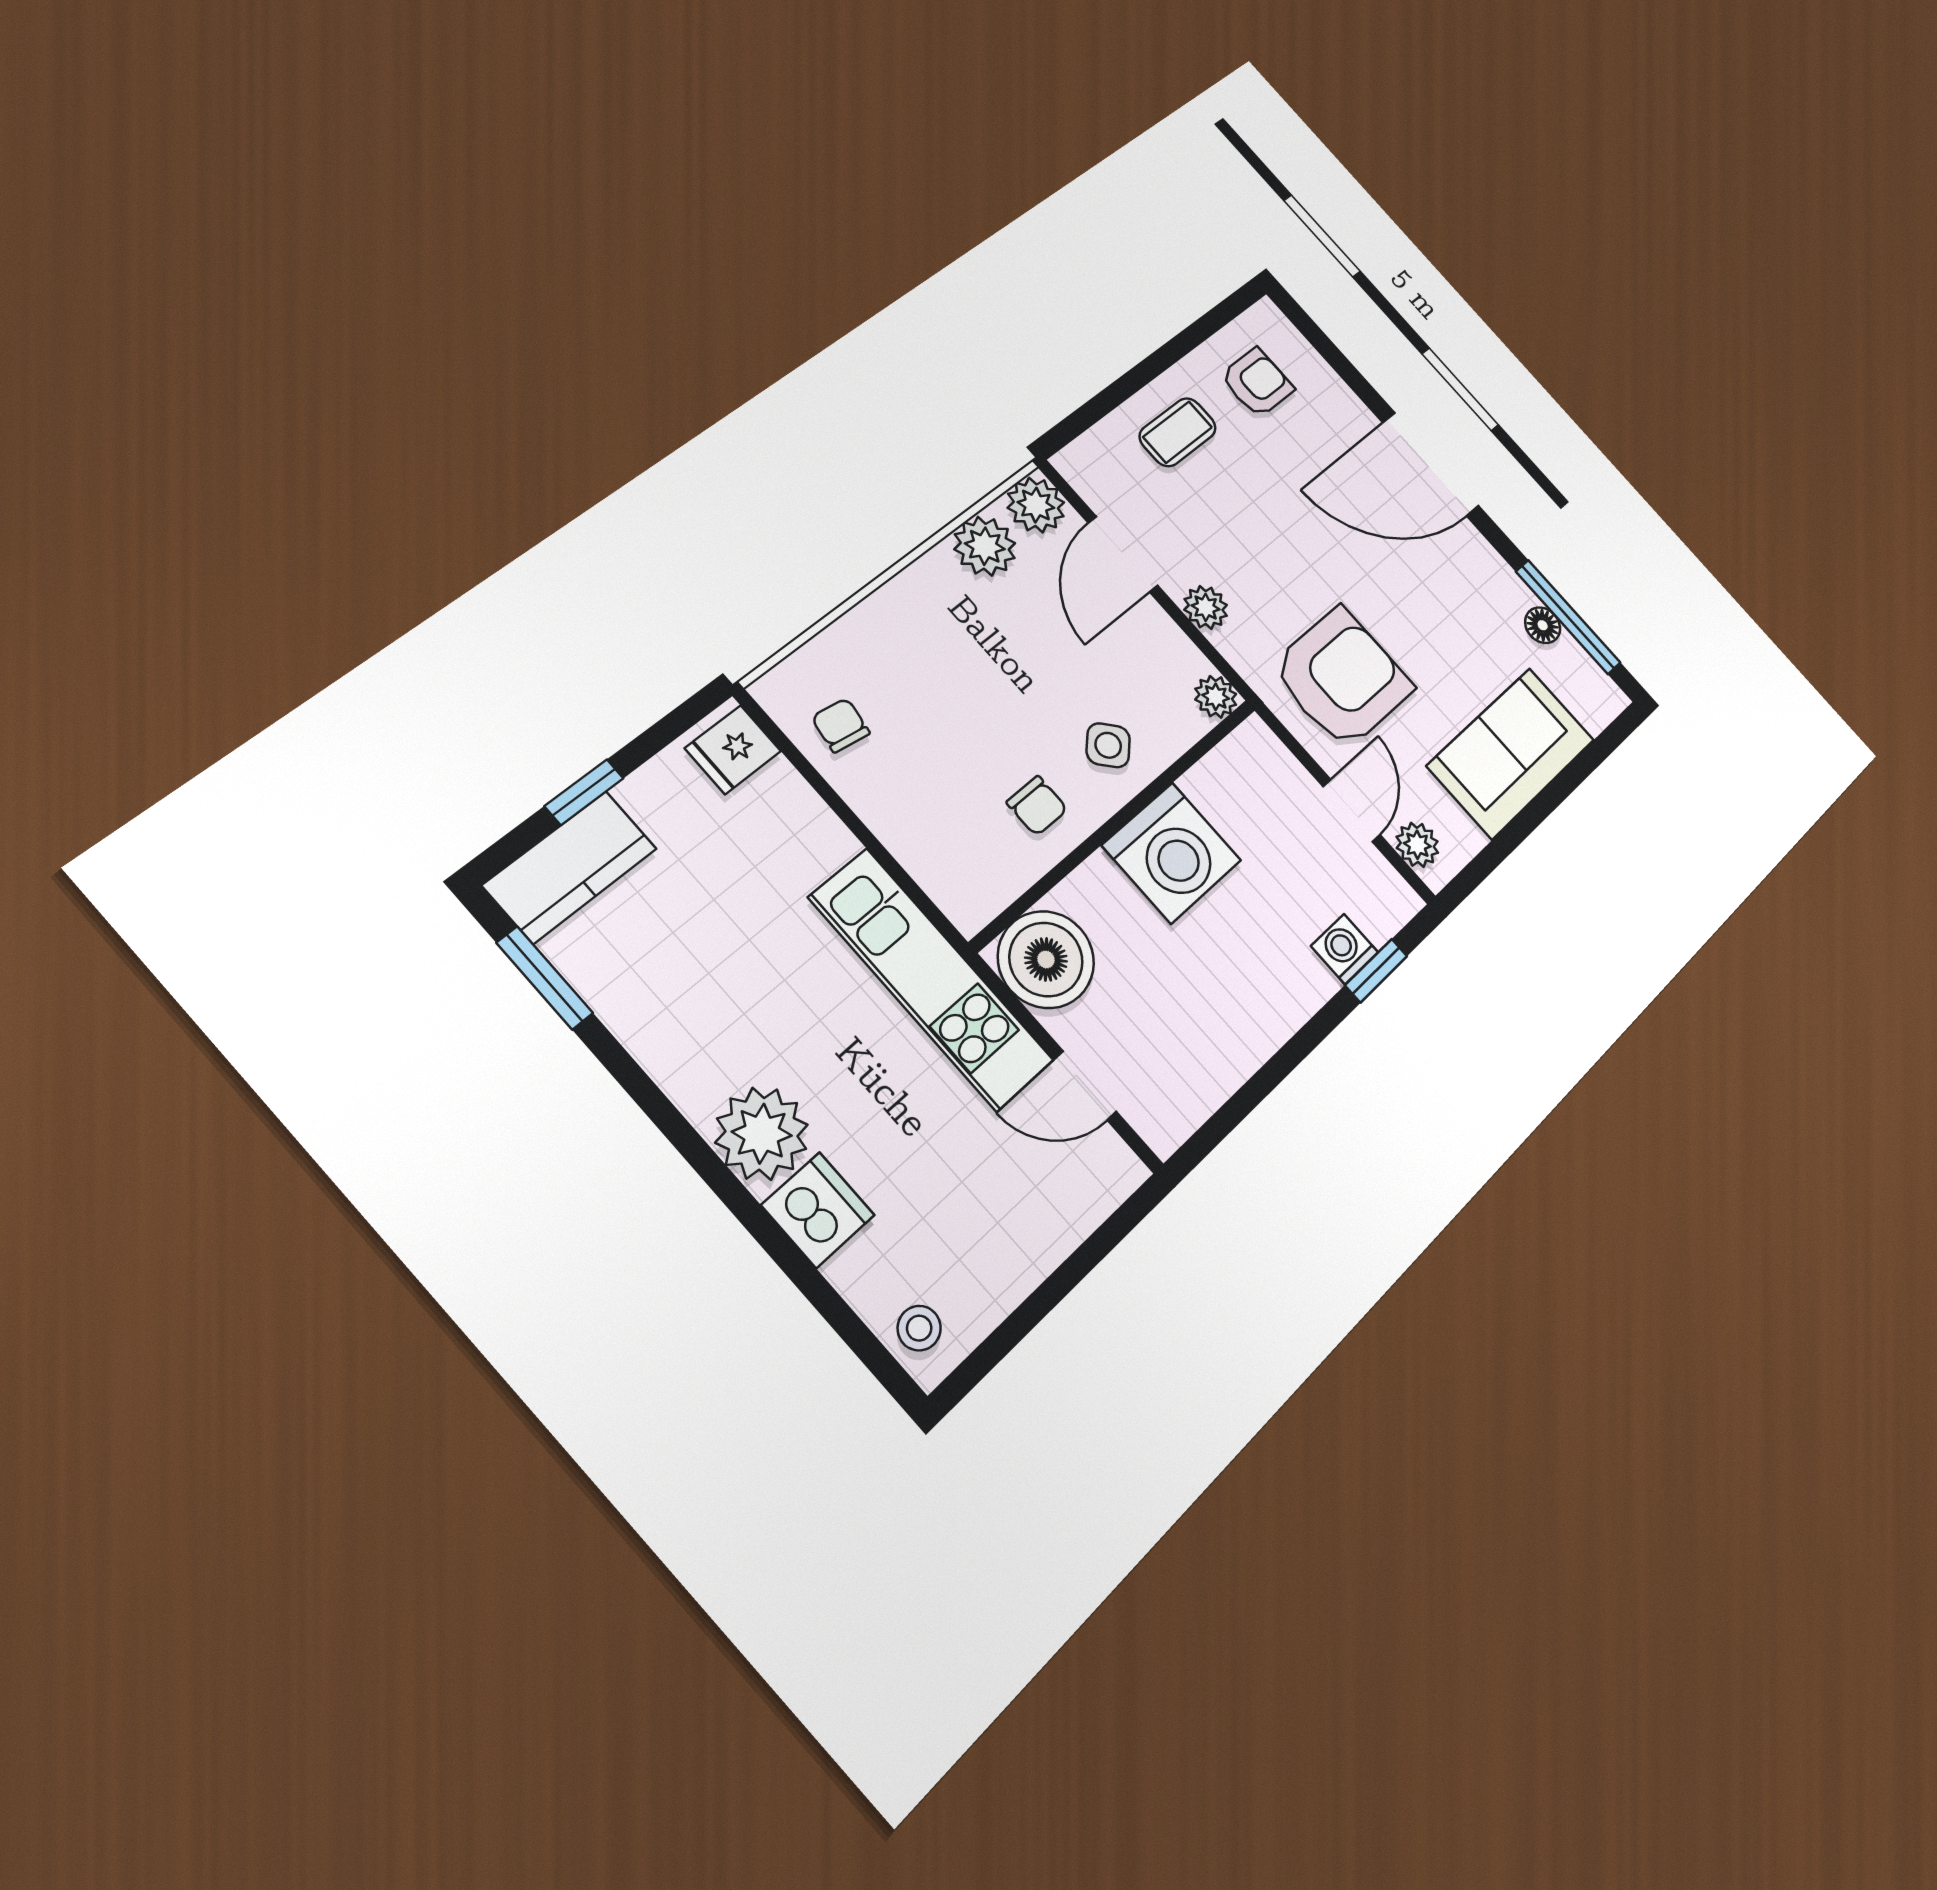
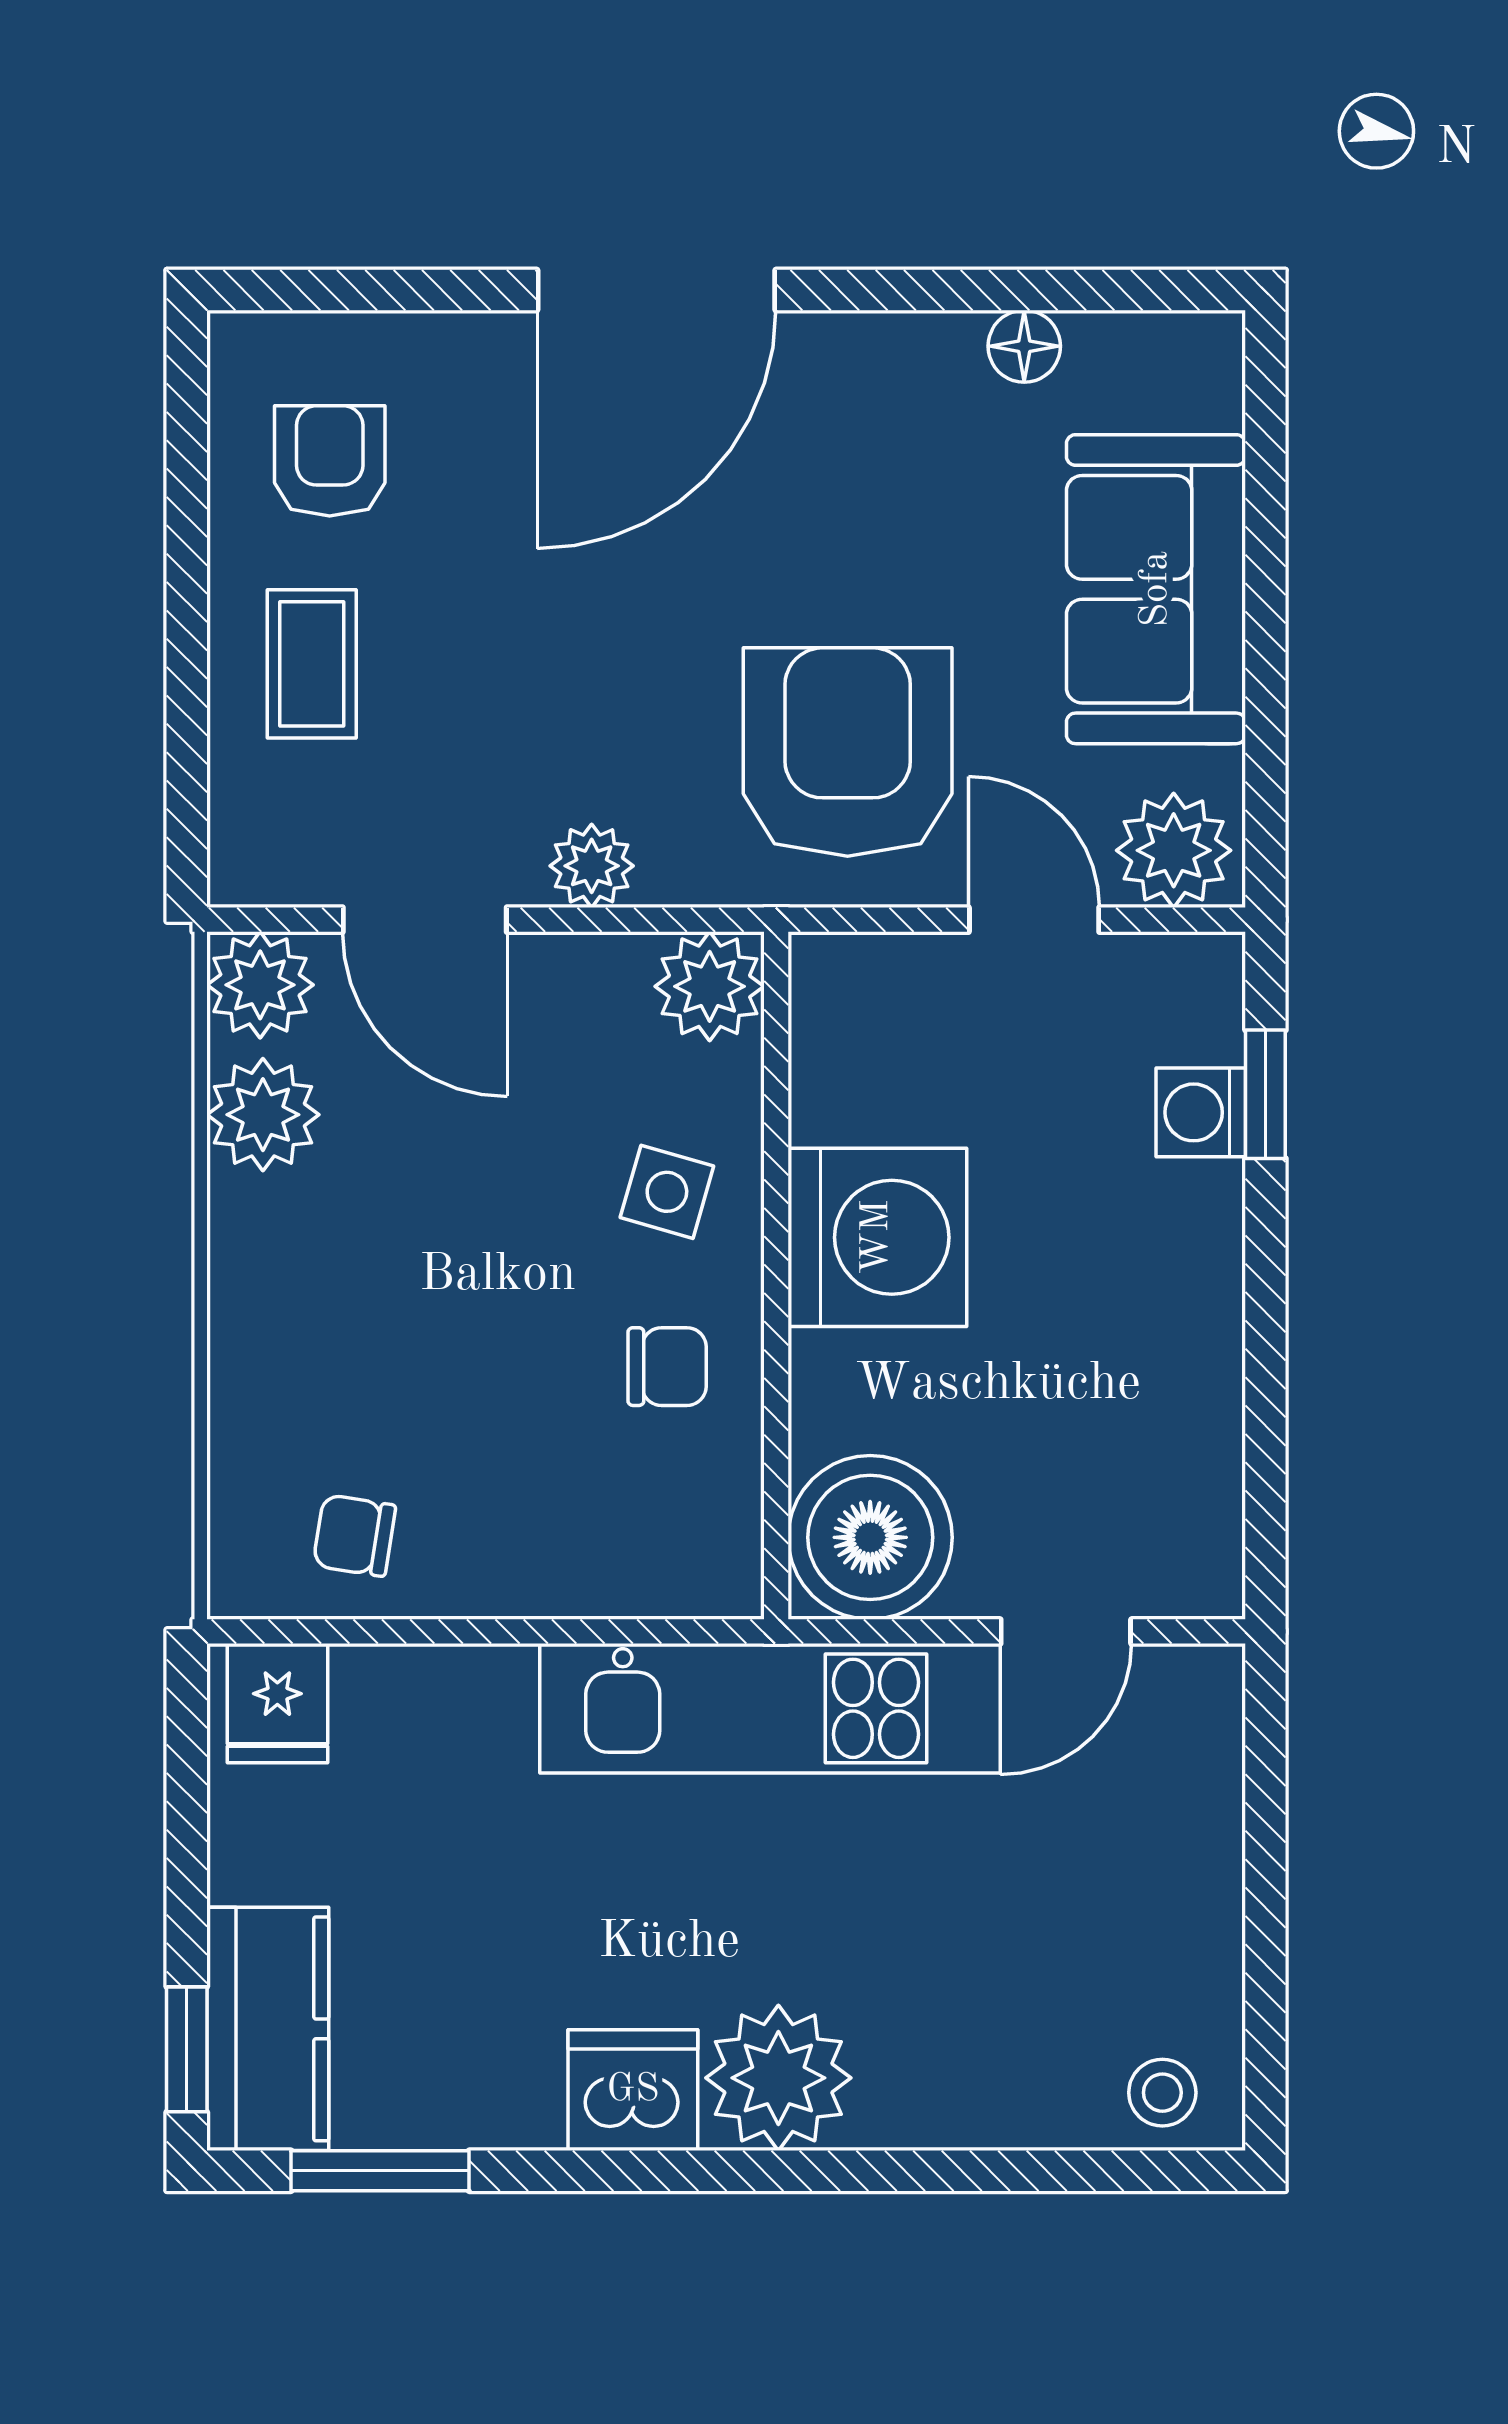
window: (1568, 617) -> (1046, 290), removed
plant: (1216, 697) -> (710, 986), width x1.38, depth x1.38
side table: (1108, 745) -> (667, 1192), turned -31
window: (584, 792) -> (187, 2049), moved
plant: (1417, 845) -> (1174, 850), width x1.38, depth x1.38
dishwasher: (818, 1210) -> (633, 2090), moved

